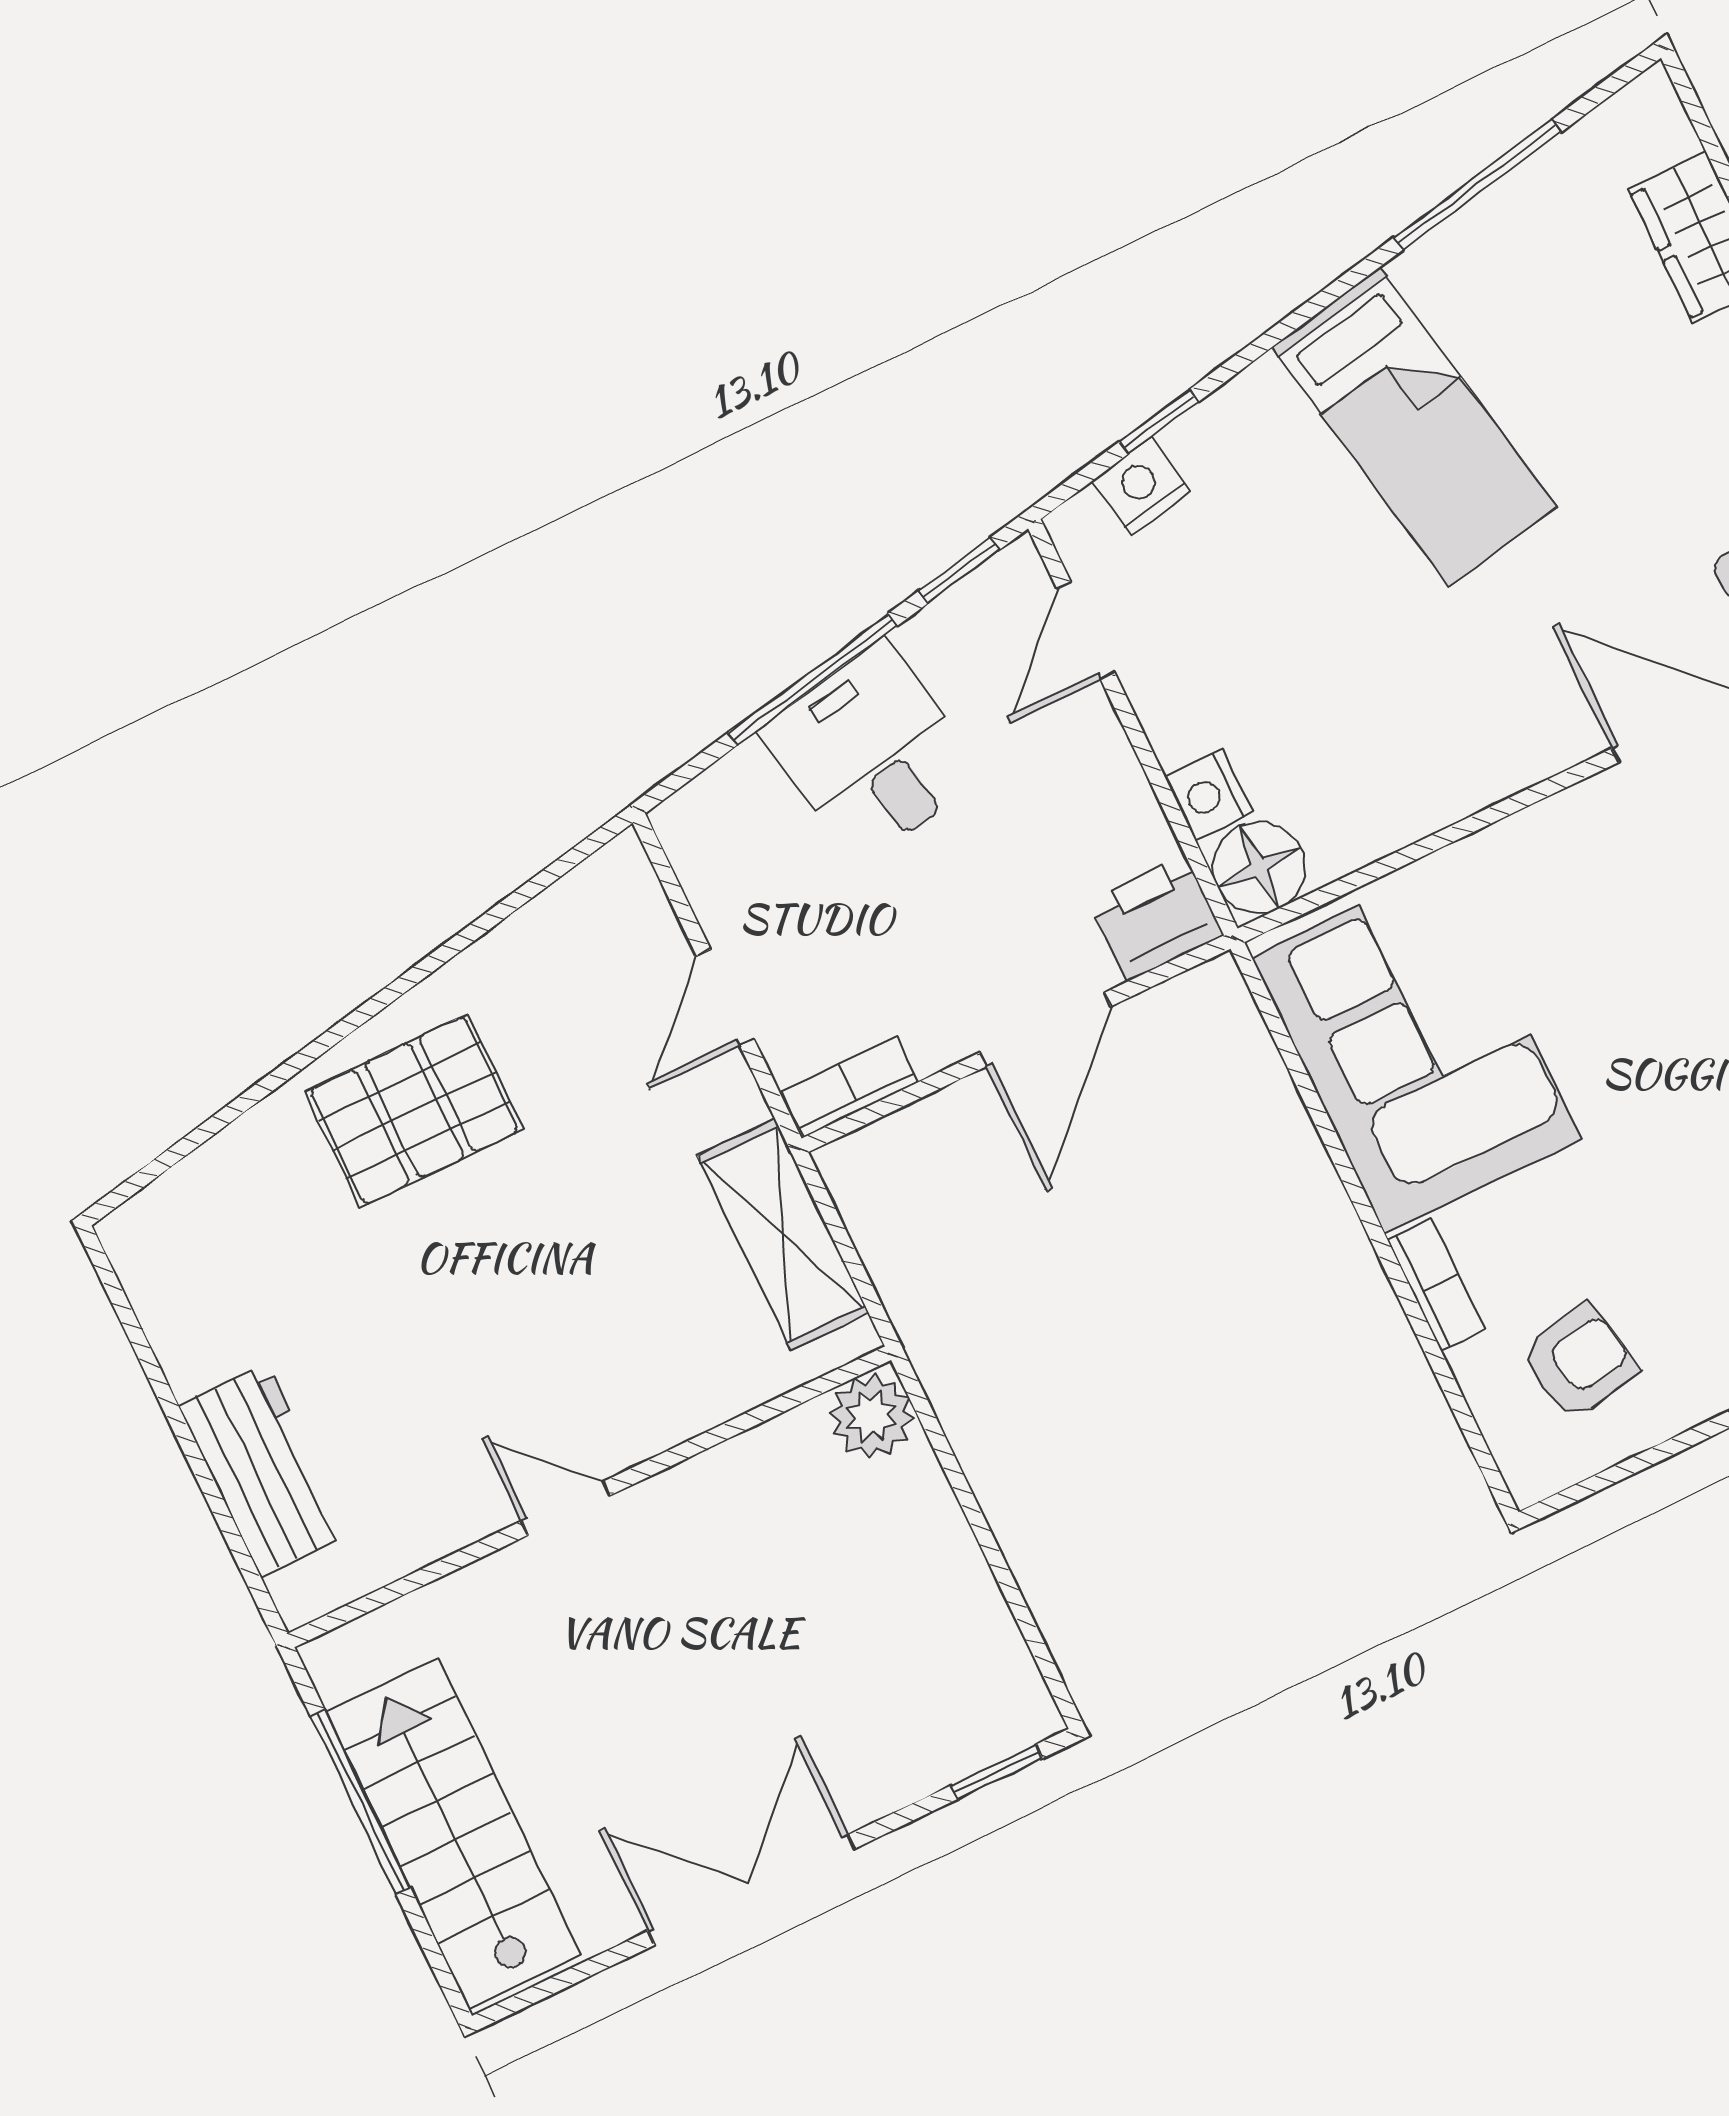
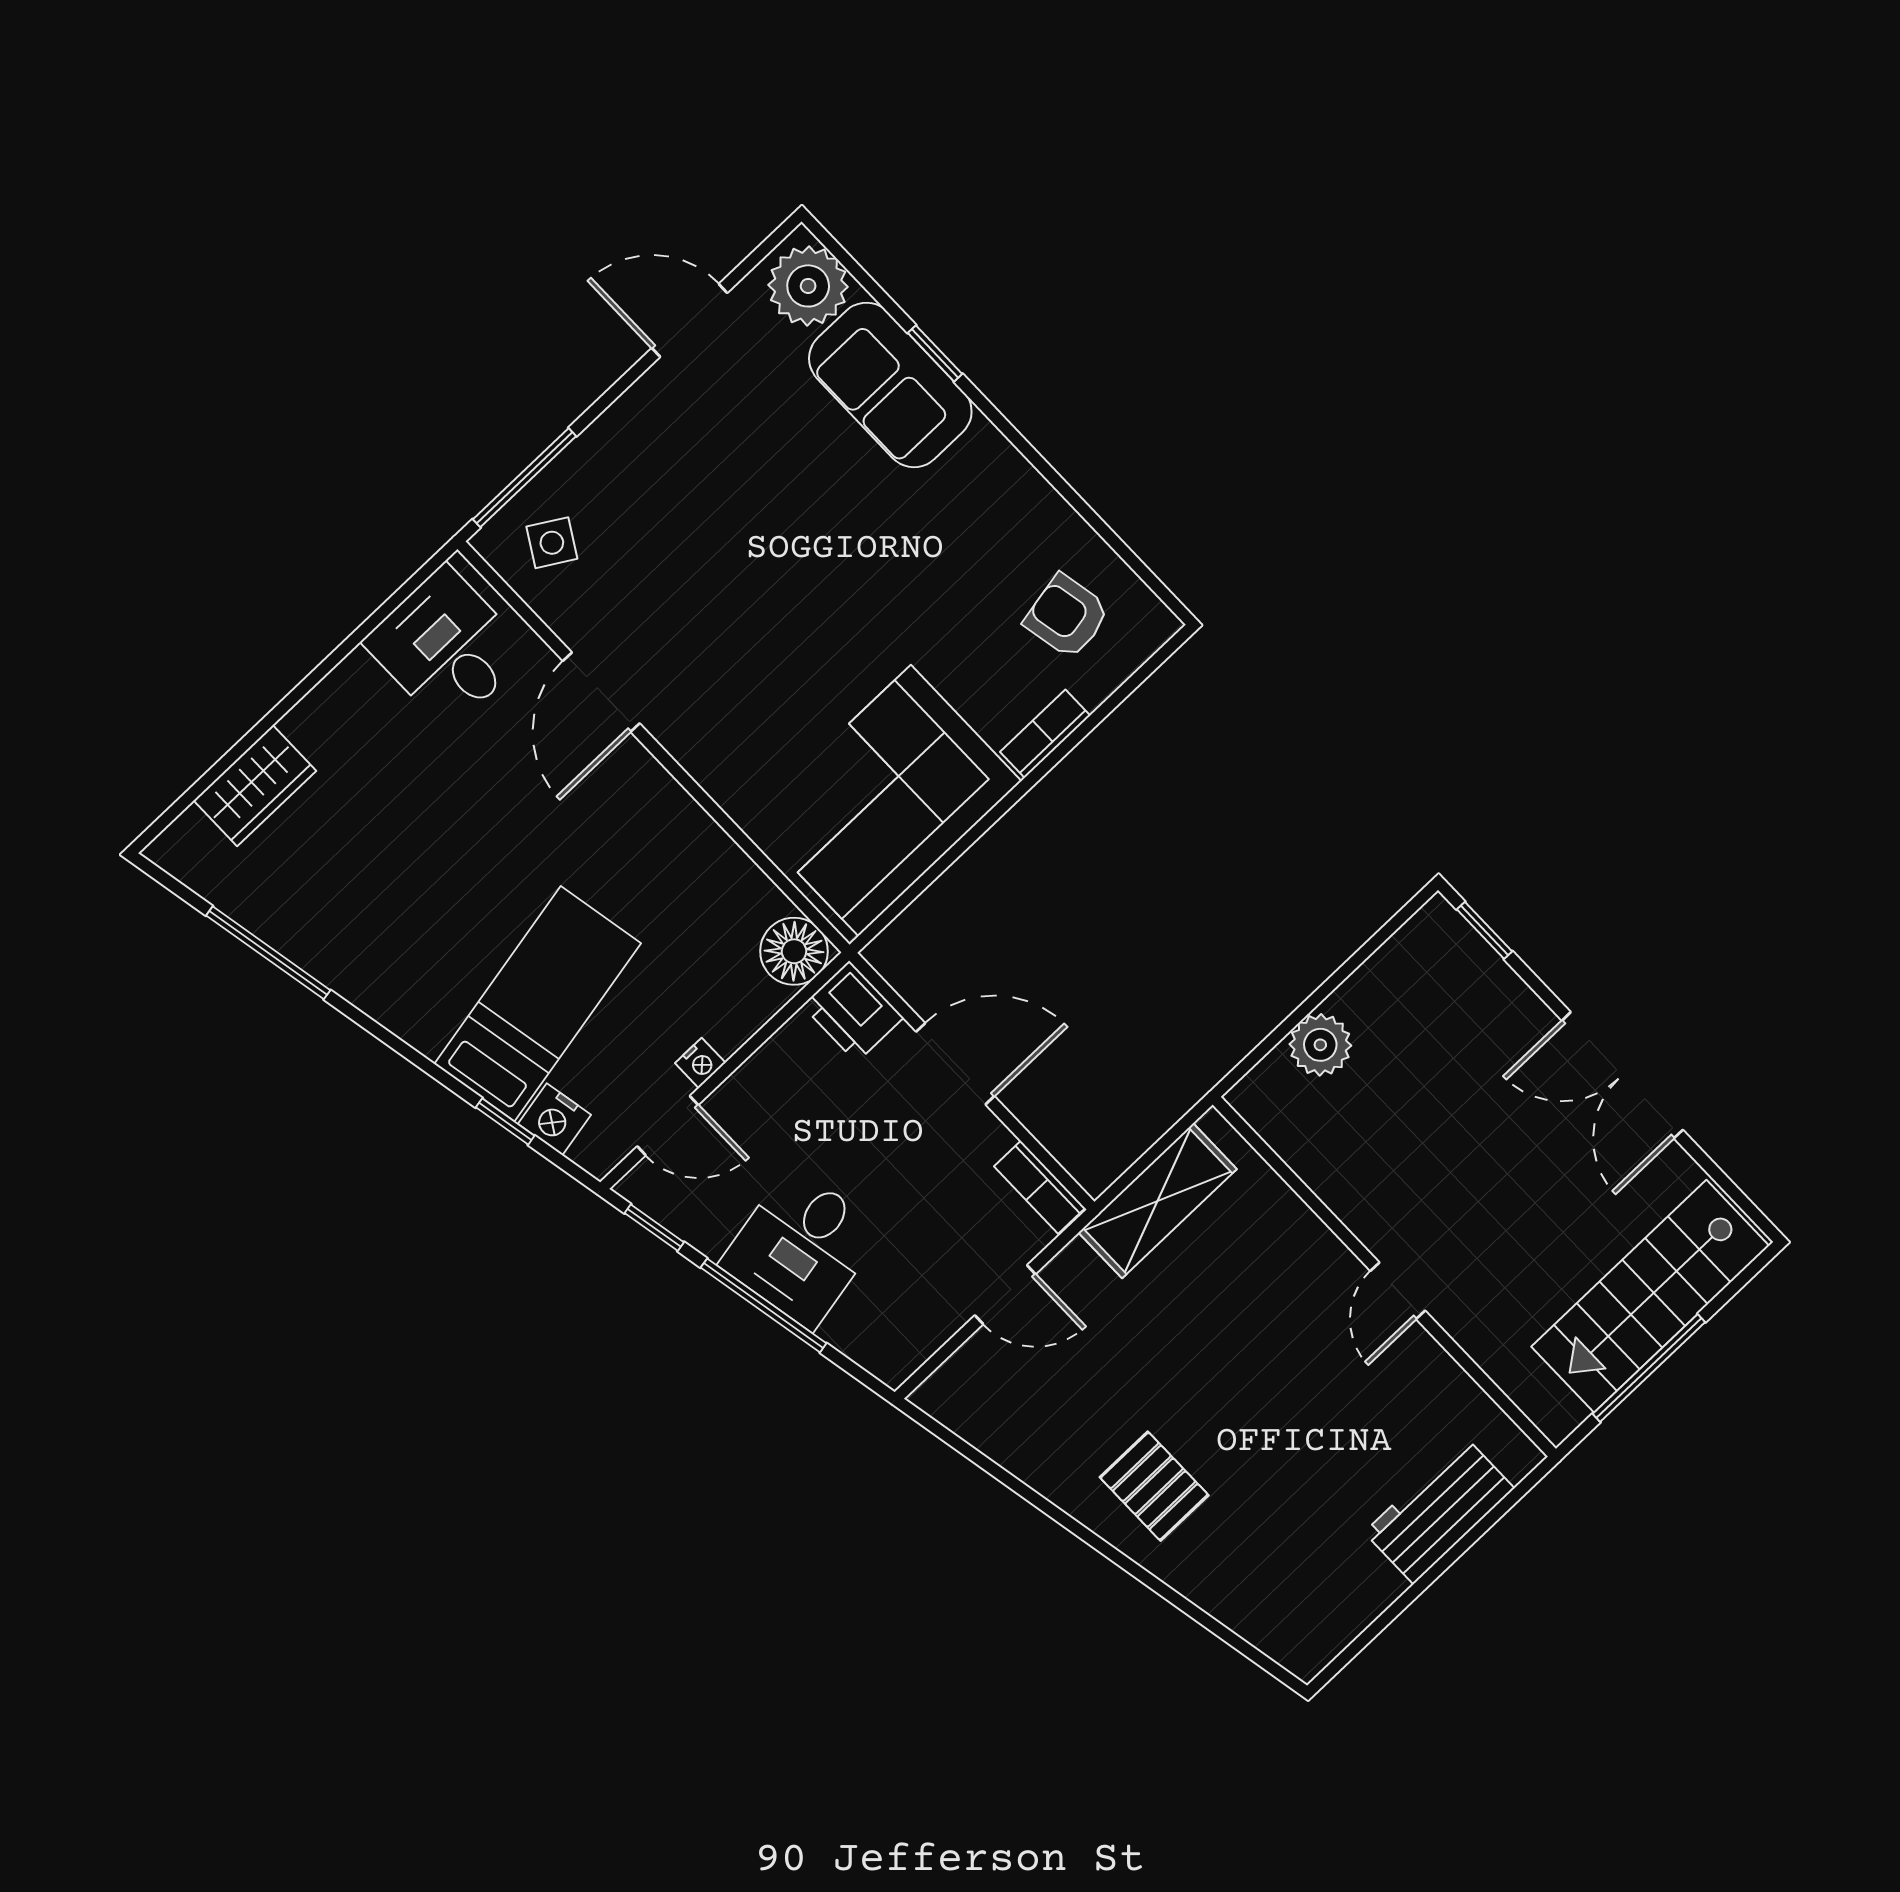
bed: (1414, 427) -> (538, 1004), moved
nightstand: (1209, 795) -> (700, 1063), moved, width x0.72, depth x0.74
pallet: (414, 1110) -> (1154, 1486), width x0.67, depth x0.71
plant: (872, 1416) -> (1320, 1045), moved

